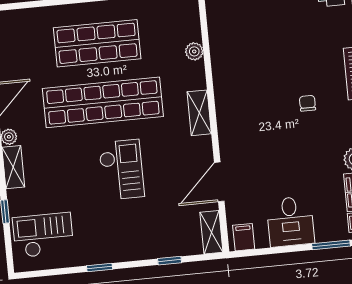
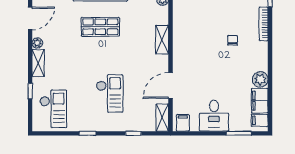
shop shelf: (103, 102) -> (100, 27), width x0.50, depth x0.74
checkout: (121, 170) -> (110, 93), moved
checkout: (43, 235) -> (53, 109), turned 90

